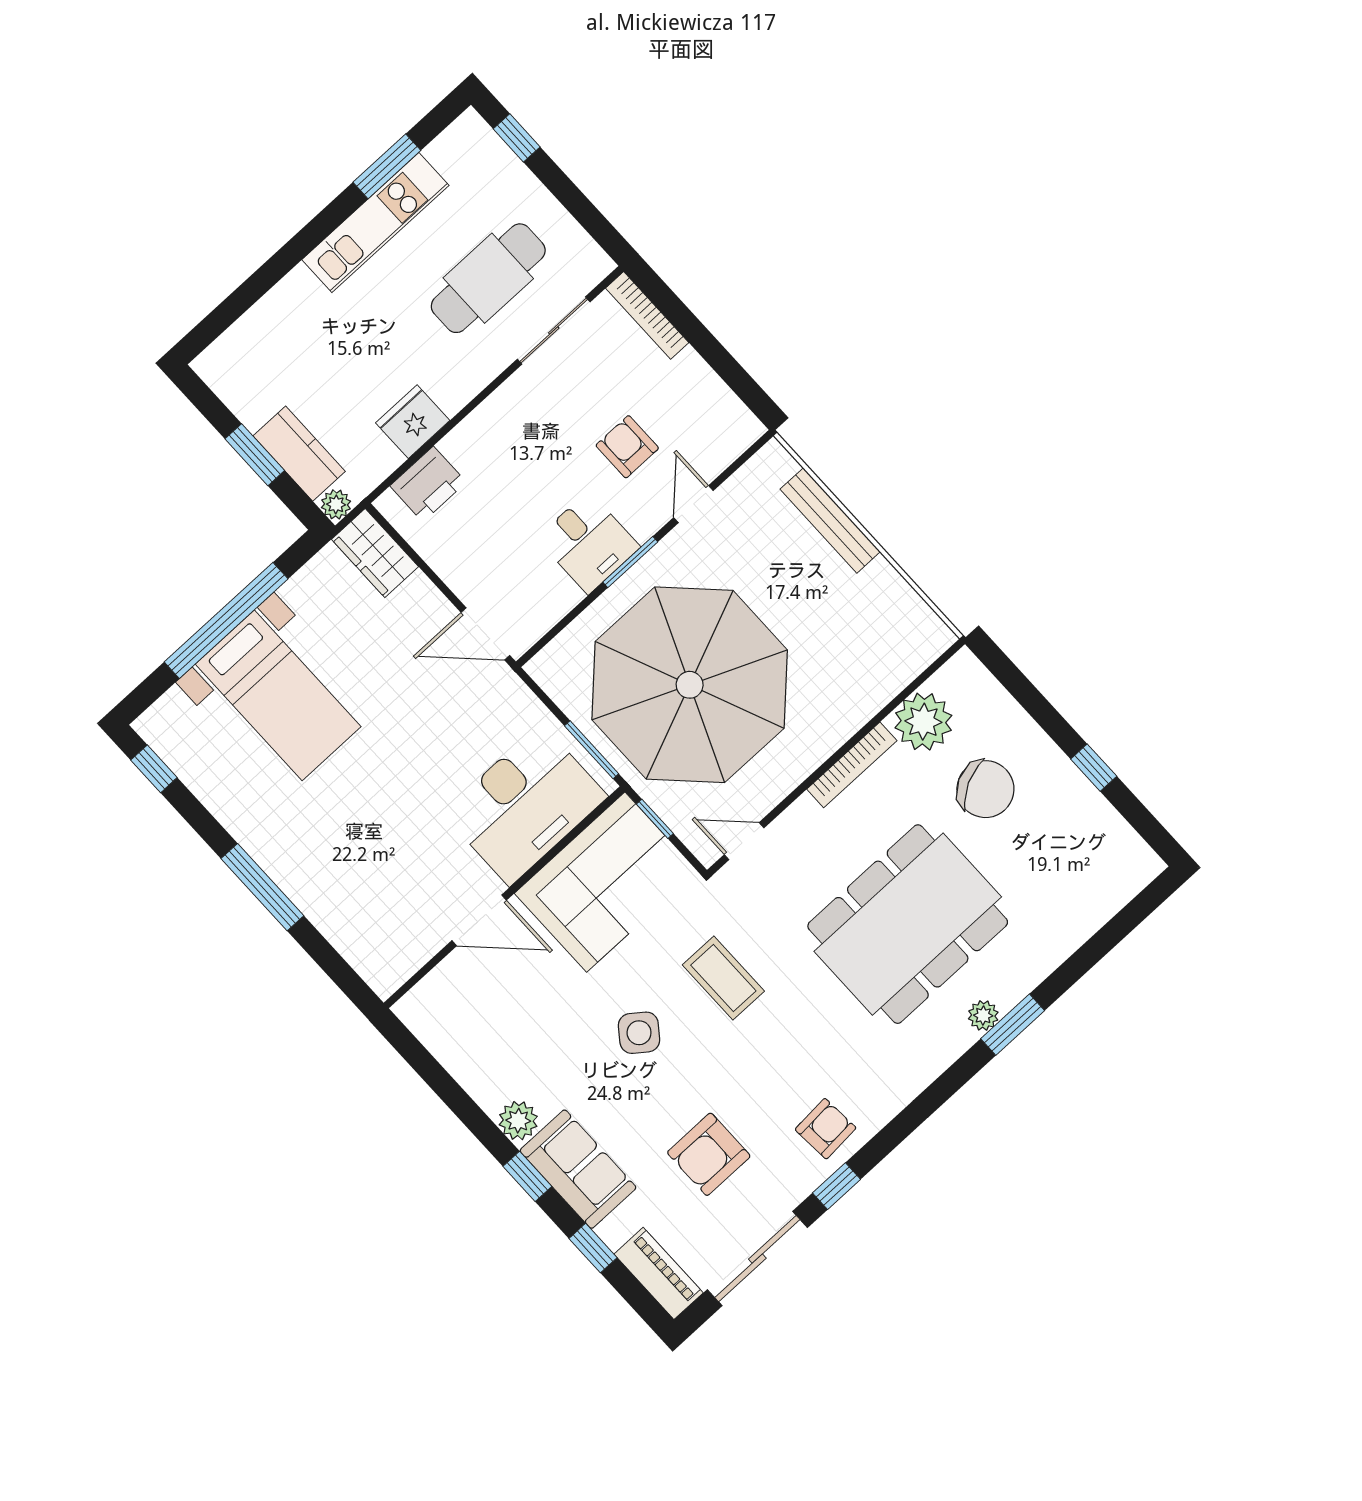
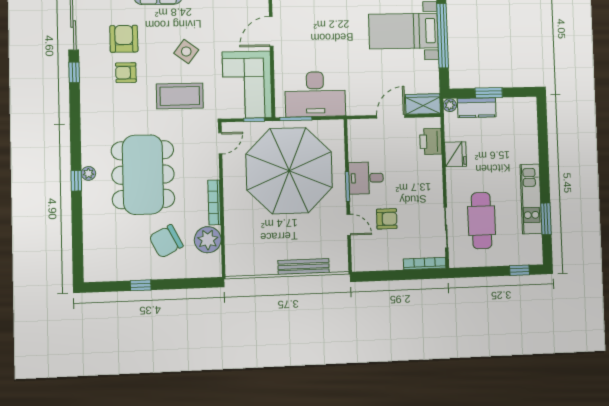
door: (485, 634) -> (391, 116), moved
desk: (525, 805) -> (315, 94), moved, turned -90
coffee table: (723, 978) -> (180, 96), width x1.36, depth x1.32
window: (1013, 1025) -> (76, 181), width x0.67
armchair: (826, 1129) -> (126, 73), moved, turned 94

